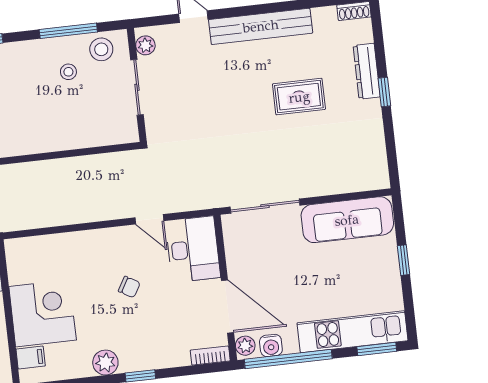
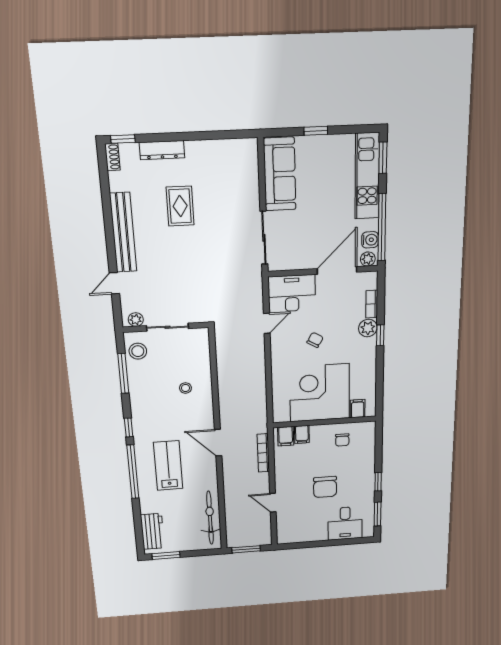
stool: (68, 72) -> (185, 388), moved
window: (384, 92) -> (123, 139), moved
corner desk: (43, 313) -> (320, 393), width x1.36, depth x1.36
bookcase: (210, 356) -> (372, 304), moved
plant: (105, 363) -> (368, 328), moved

